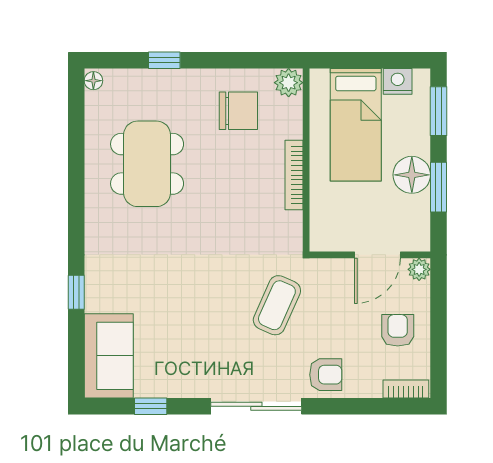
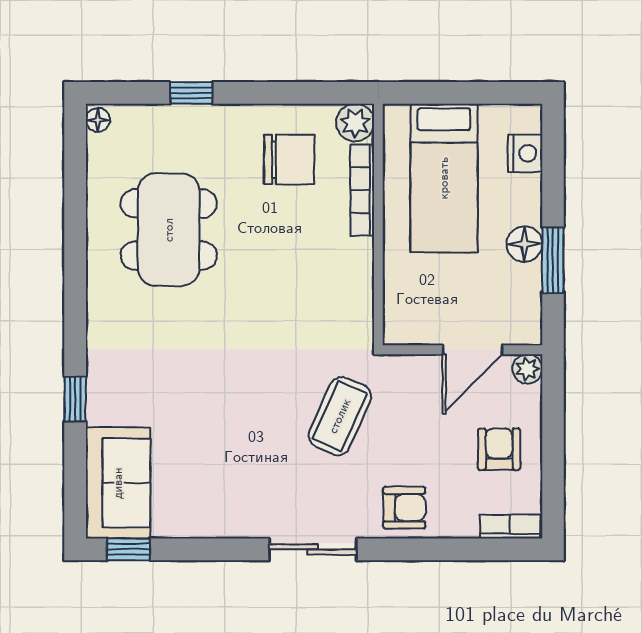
nightstand: (398, 81) -> (525, 153), moved, turned 90
window: (439, 111) -> (553, 160), removed
bookcase: (294, 175) -> (362, 190), moved
floor lamp: (412, 175) -> (524, 244), width x0.73, depth x0.73
window: (151, 406) -> (128, 549), moved
sliding door: (256, 406) -> (313, 549), width x0.73

